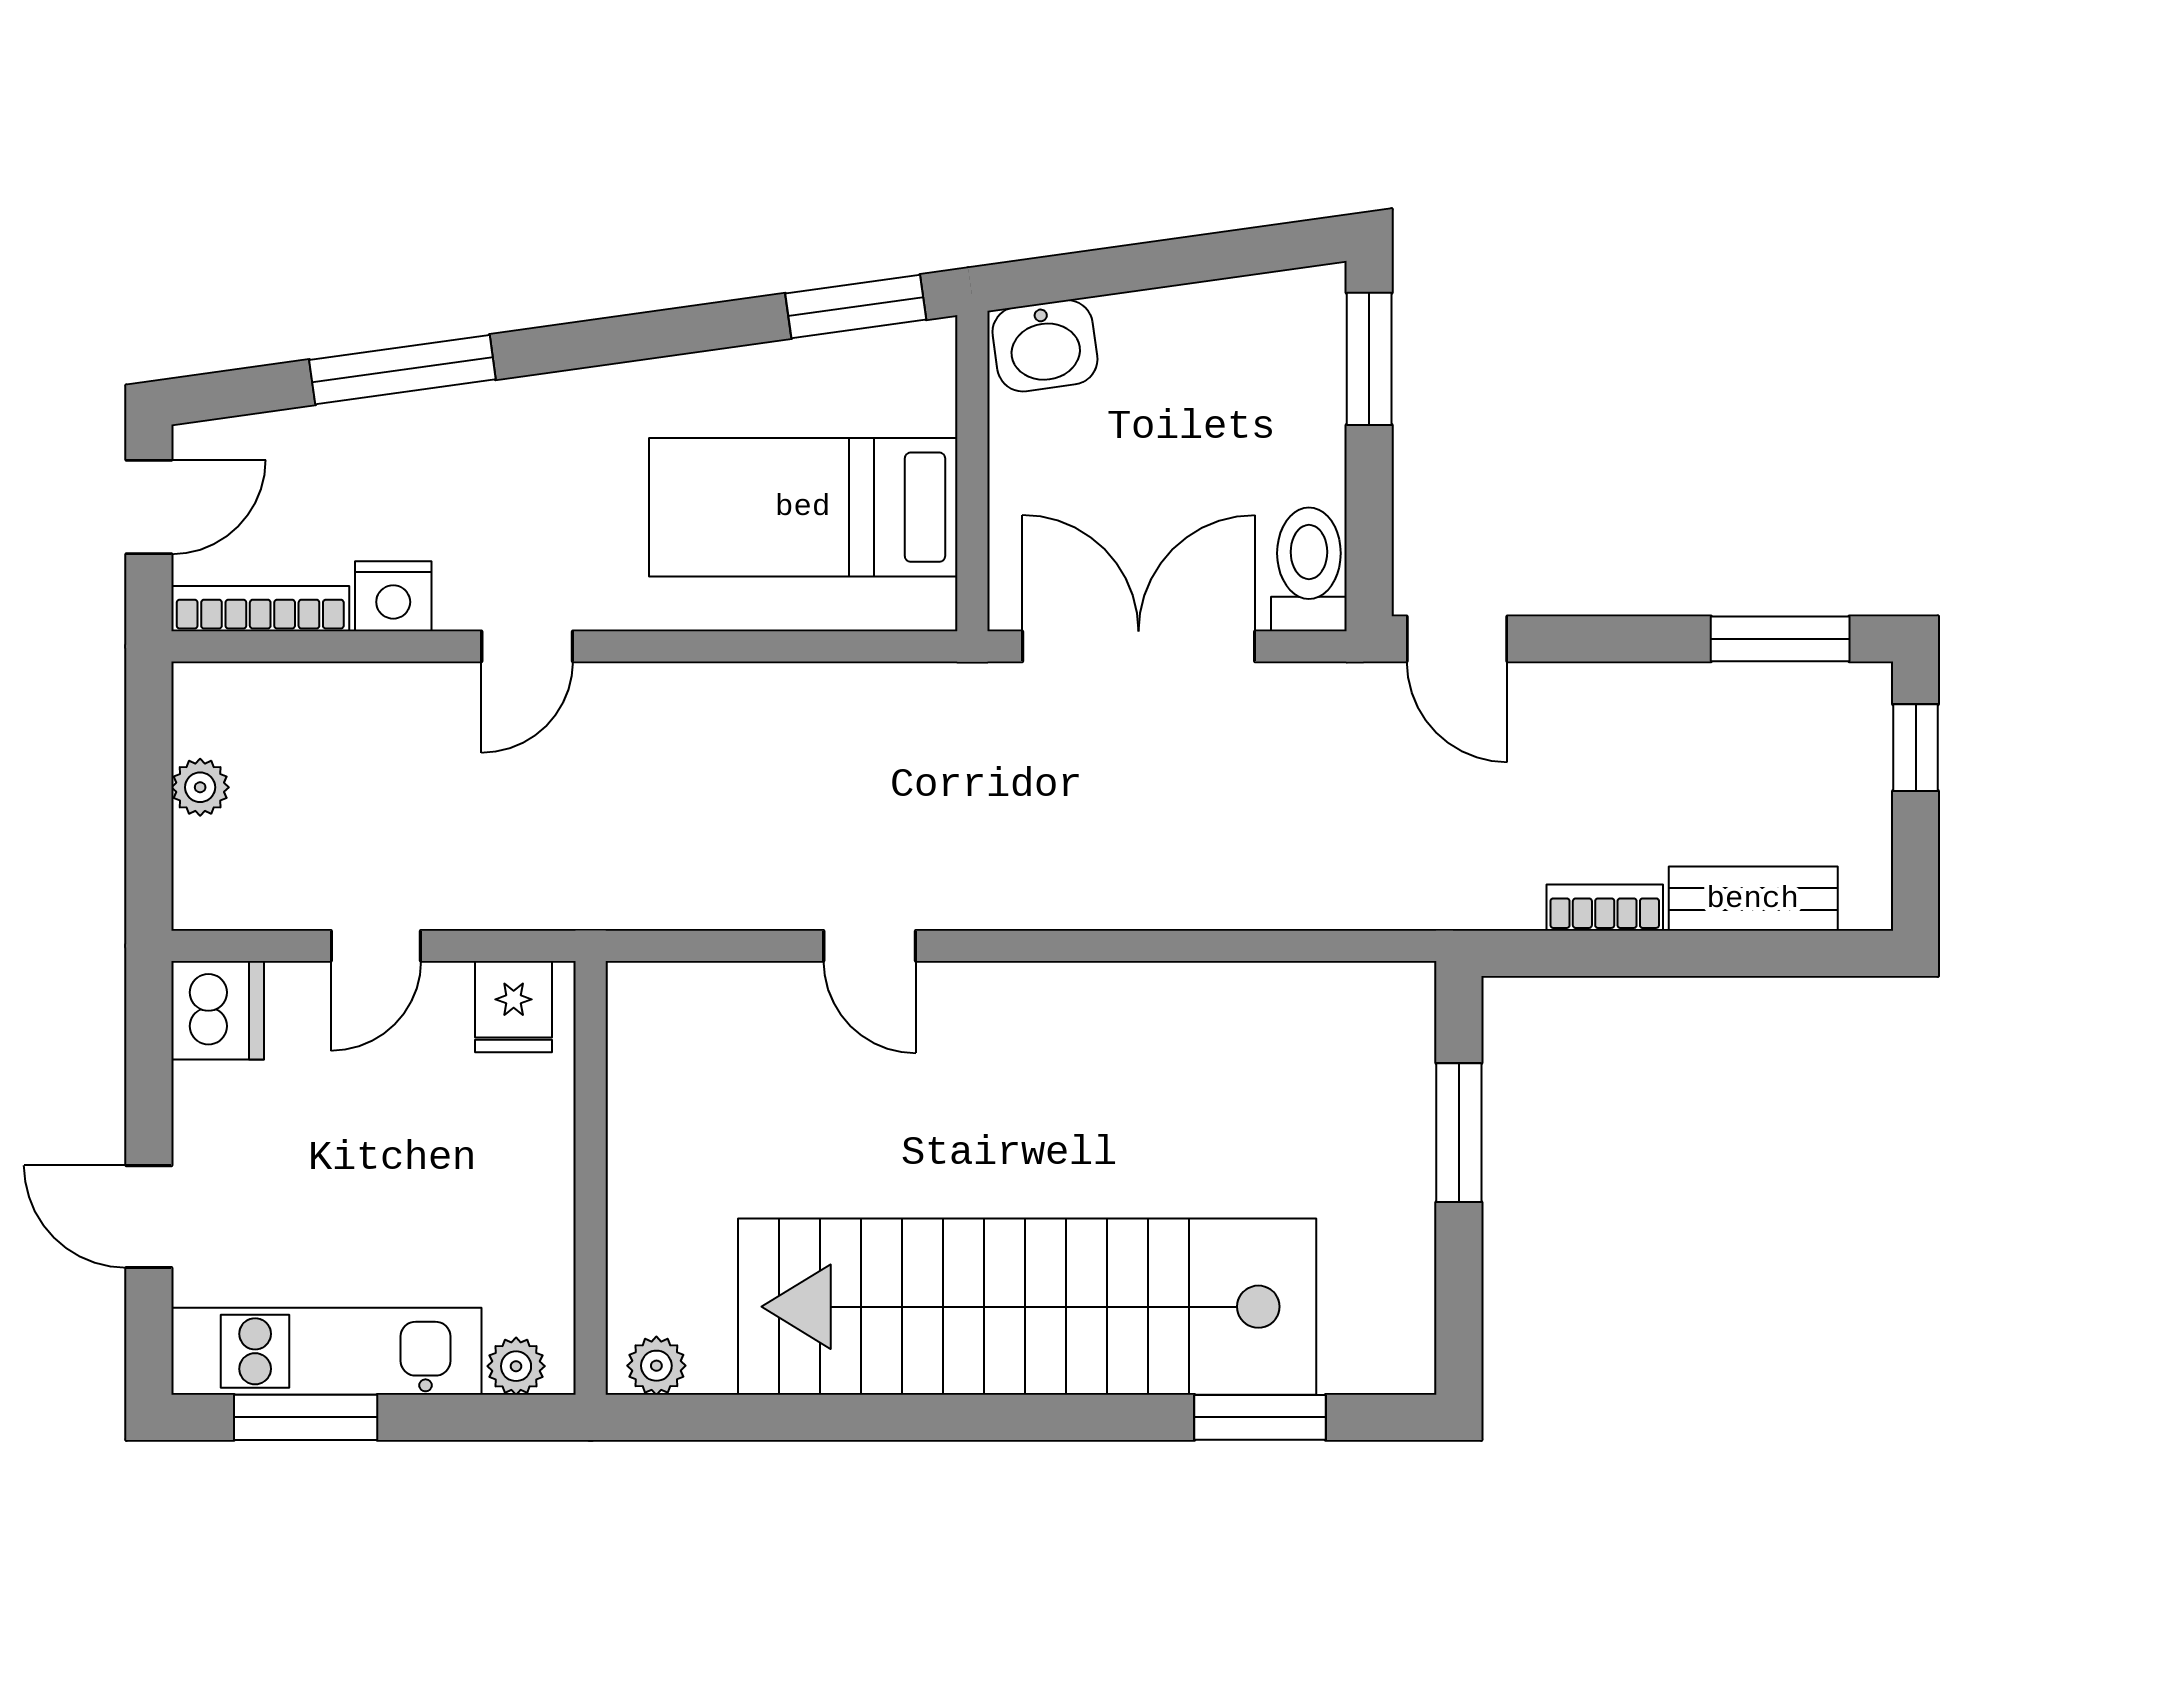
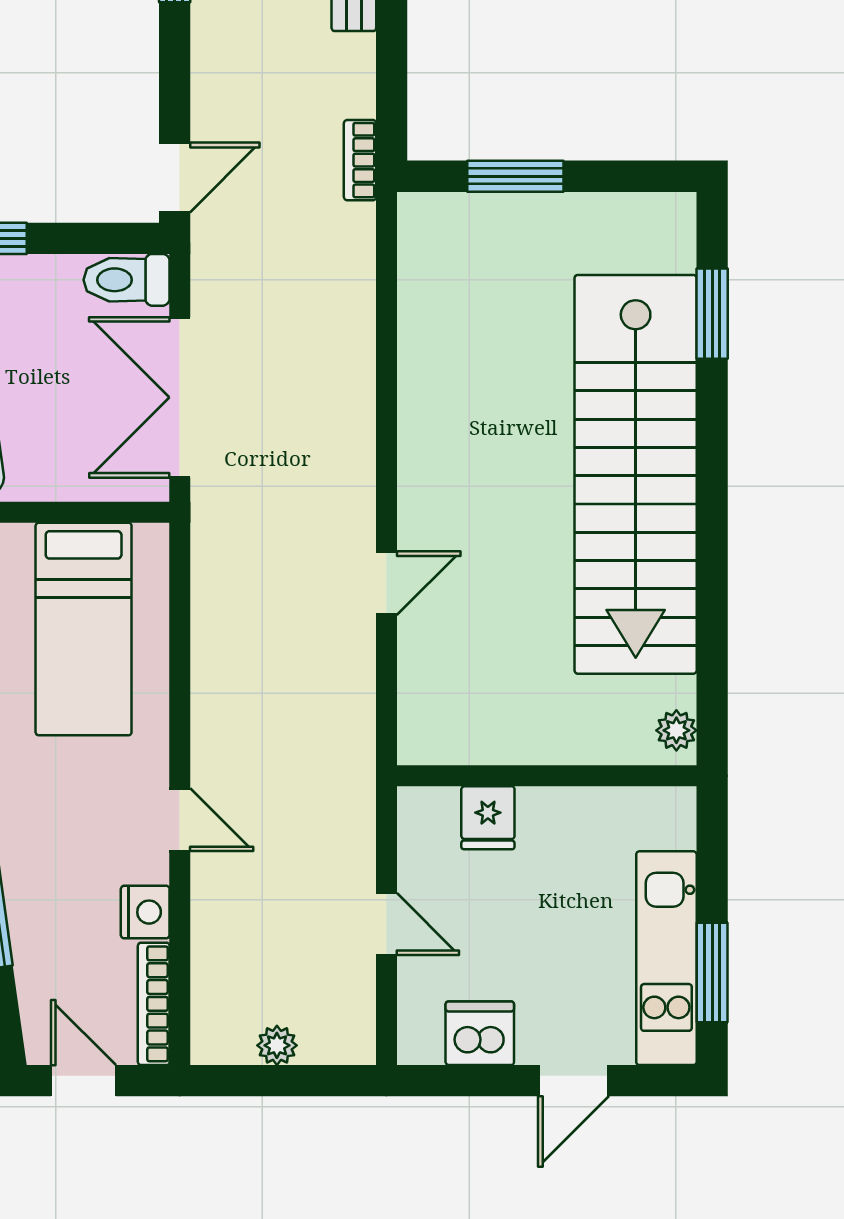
bookcase: (1605, 908) -> (360, 160), moved
fridge: (514, 1007) -> (488, 818), moved, turned 90
dishwasher: (218, 1010) -> (480, 1033), moved
plant: (516, 1366) -> (677, 827), removed

